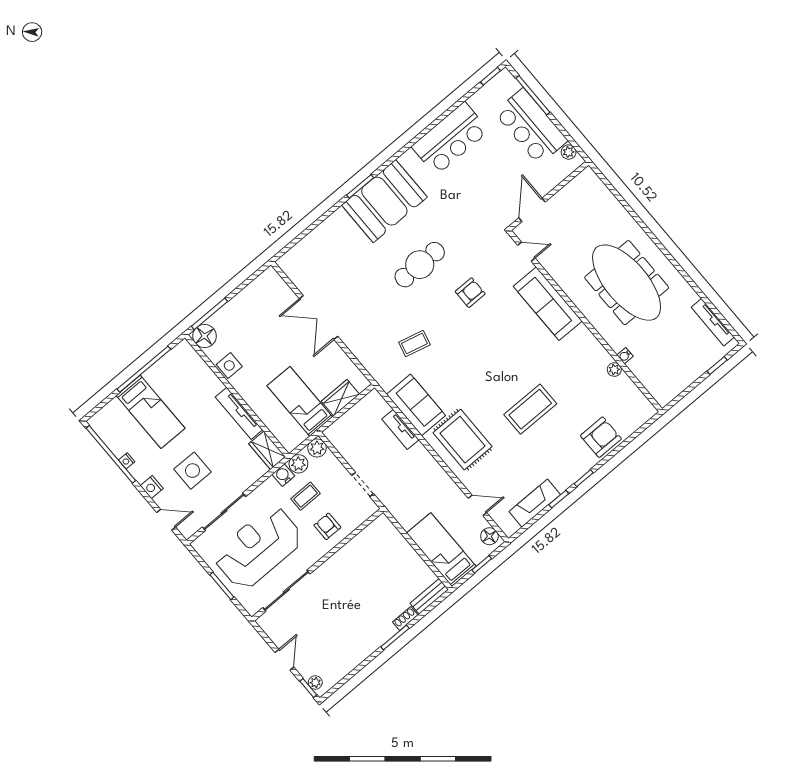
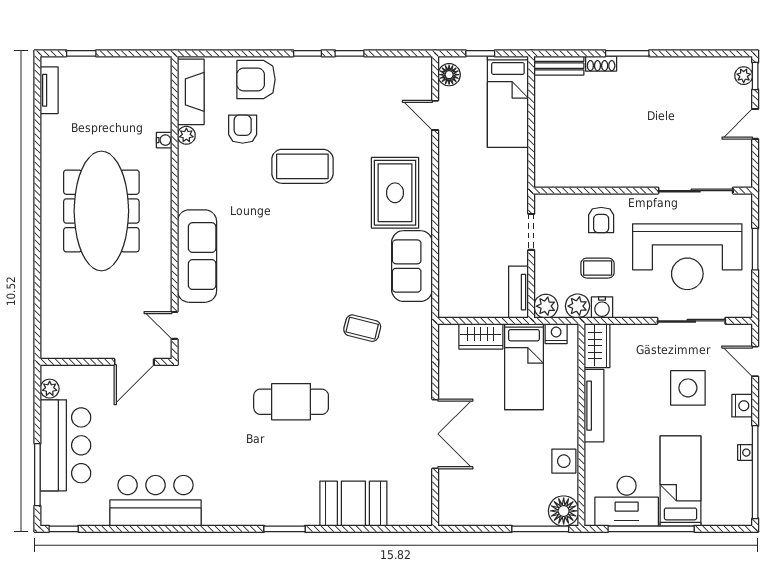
booth: (384, 201) -> (353, 504), moved, width x0.73, depth x0.70
armchair: (470, 293) -> (243, 129), moved, turned 90
tv unit: (713, 322) -> (49, 90), width x0.71
desk: (172, 373) -> (627, 501), added
tv unit: (400, 429) -> (519, 292), moved, turned 180
nightstand: (297, 437) -> (556, 334), added
fireplace: (535, 503) -> (191, 92), moved, turned -90

